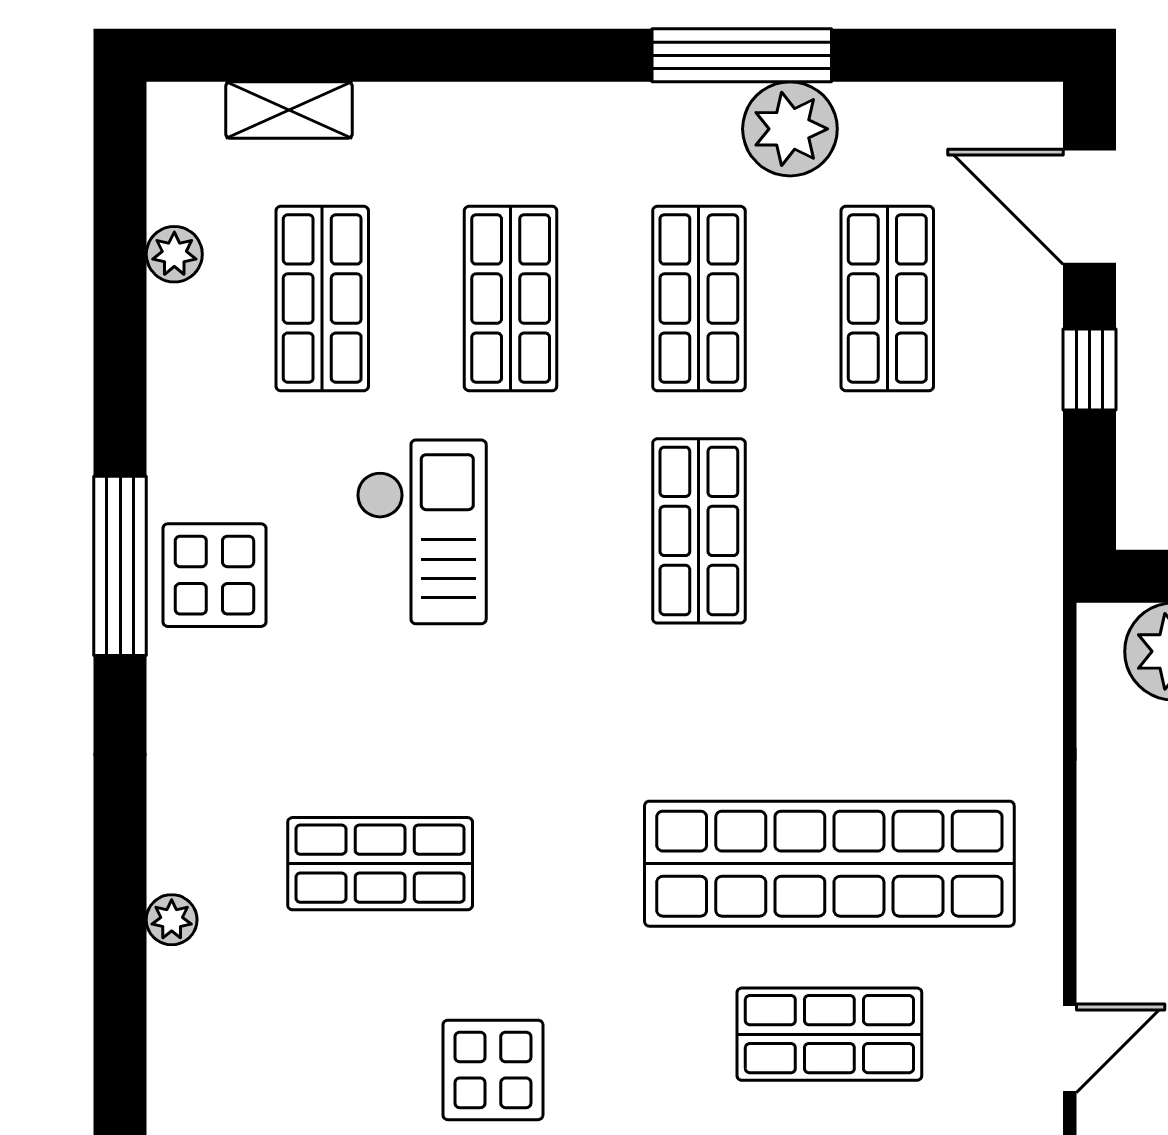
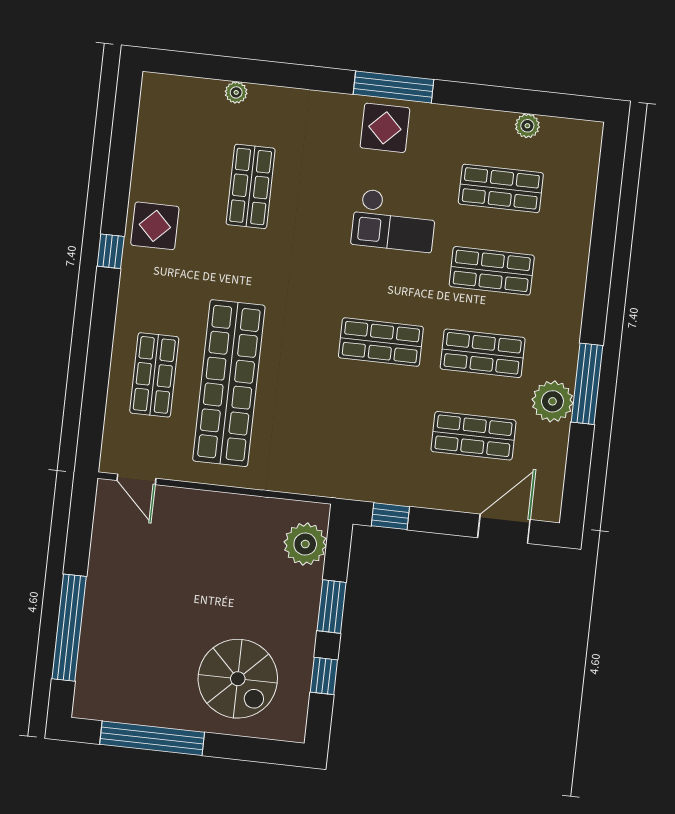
shelving: (289, 110) -> (585, 183), removed
window: (1089, 369) -> (390, 516), moved

